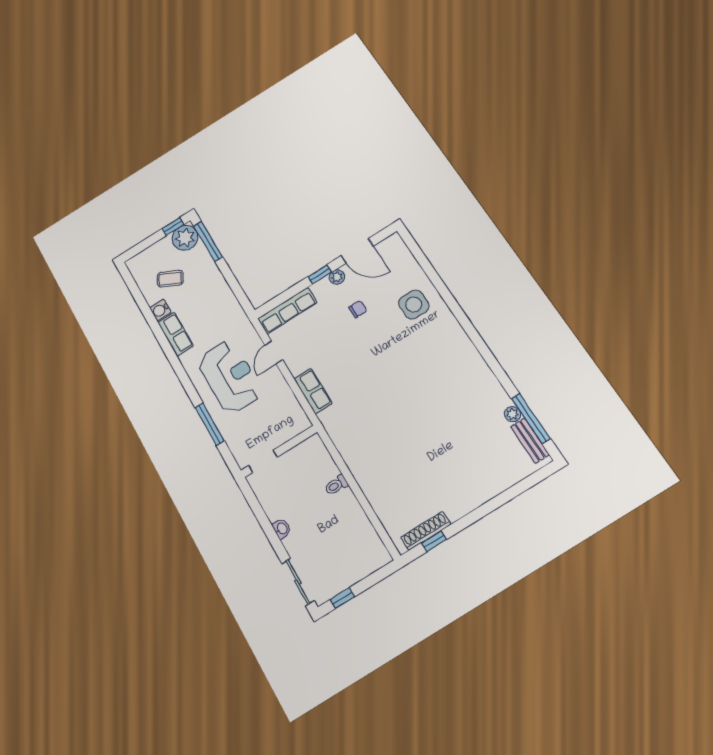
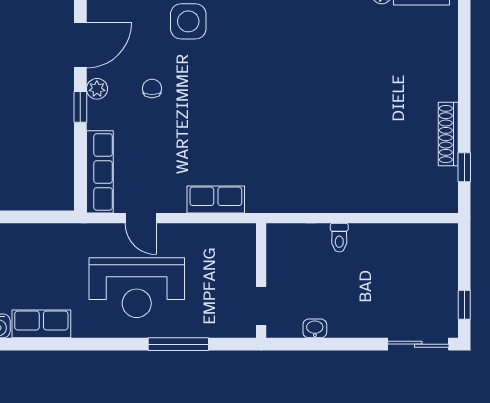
reception desk: (230, 377) -> (137, 288), turned 180
washbasin: (282, 529) -> (315, 328), moved
shoe rack: (426, 531) -> (448, 134), moved

